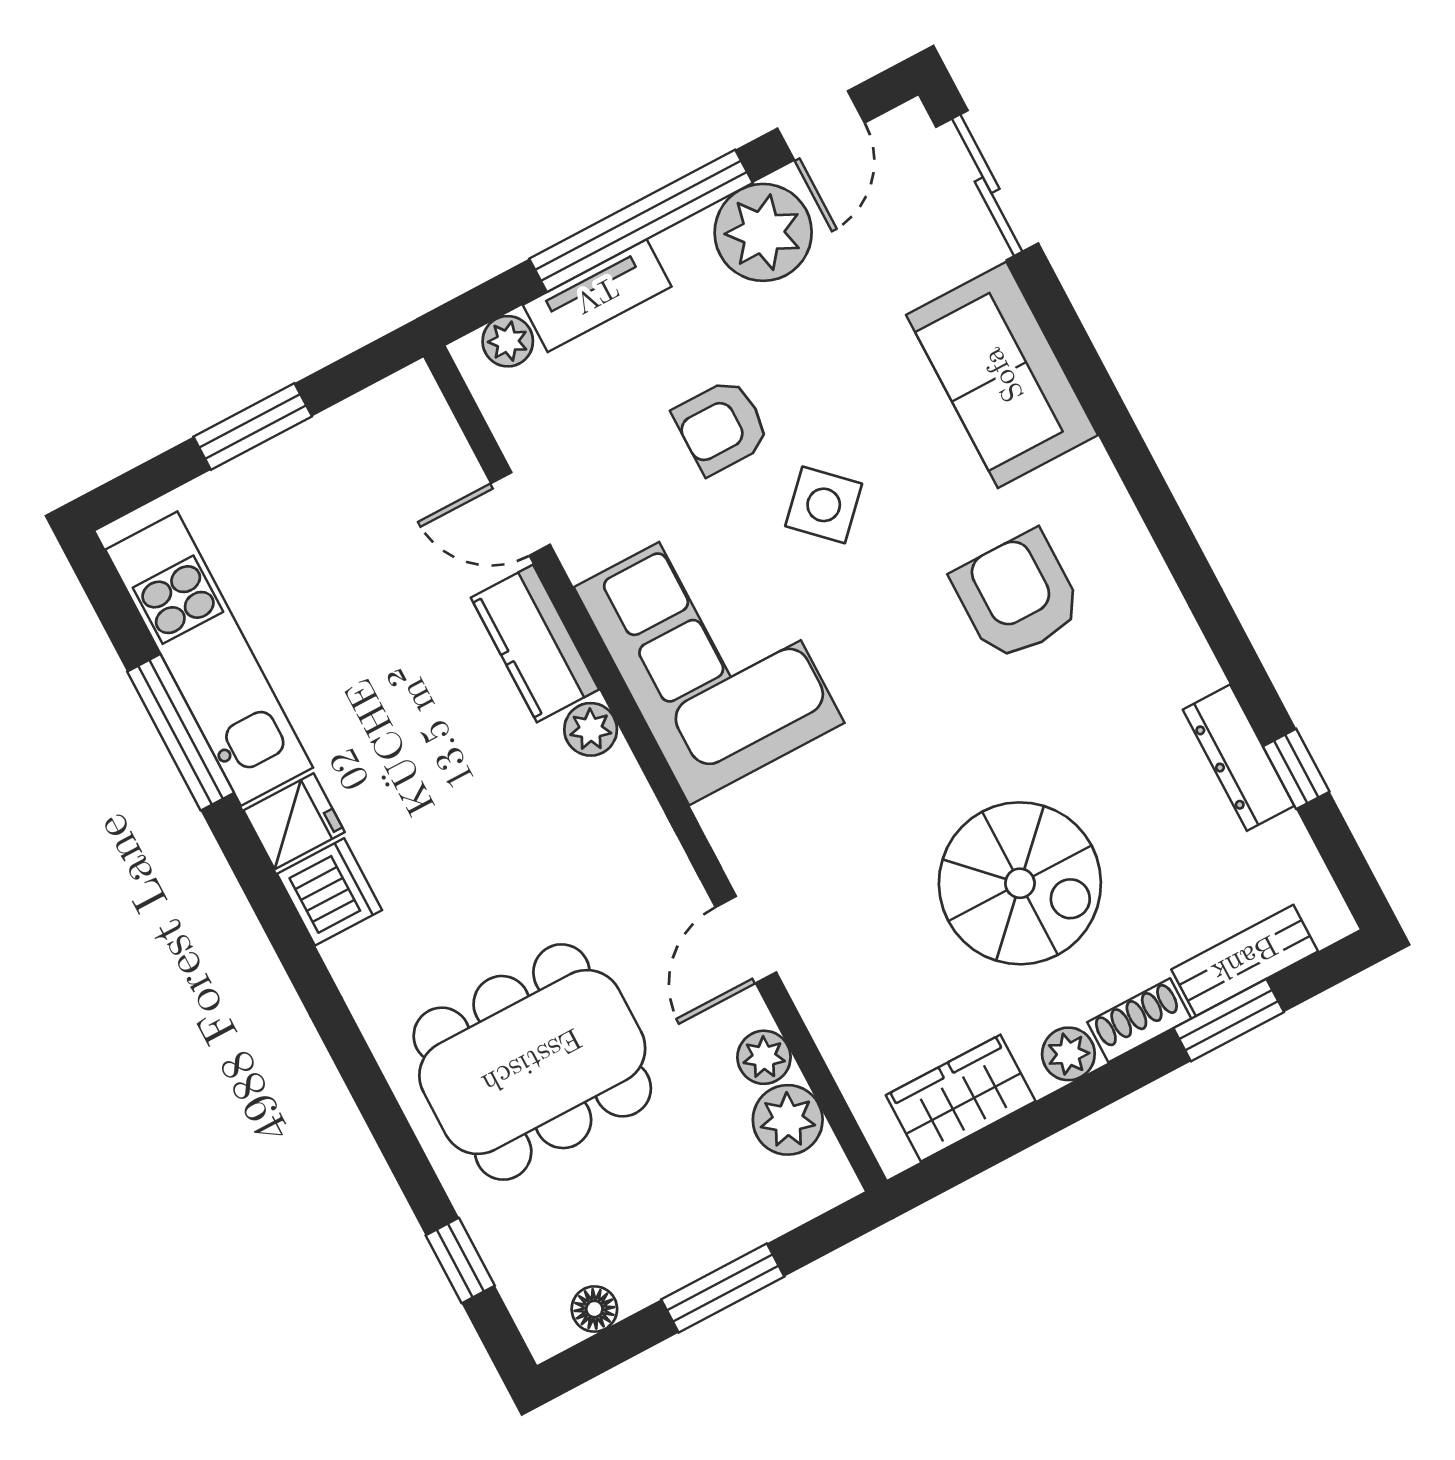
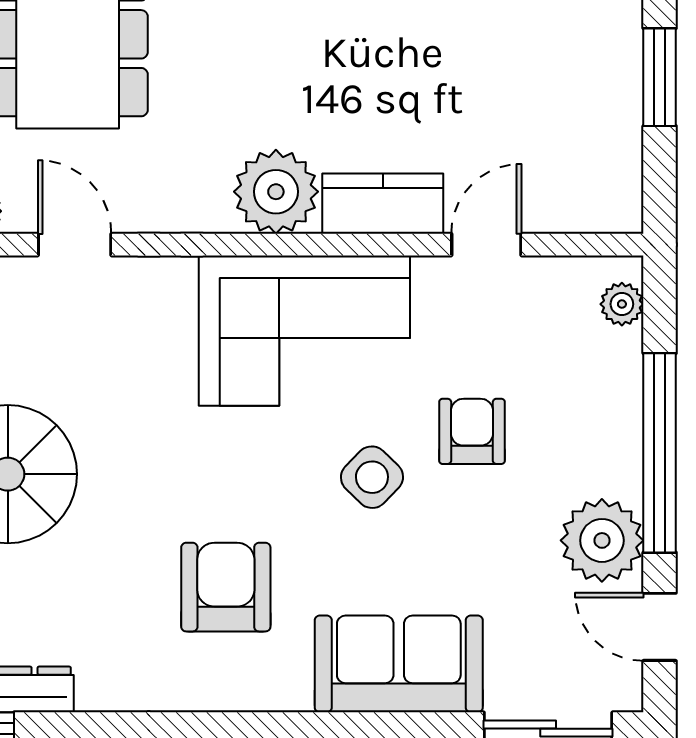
tv unit: (597, 296) -> (621, 390), removed
armchair: (1017, 596) -> (226, 587), turned -90
plant: (591, 729) -> (276, 192), width x1.87, depth x1.87

